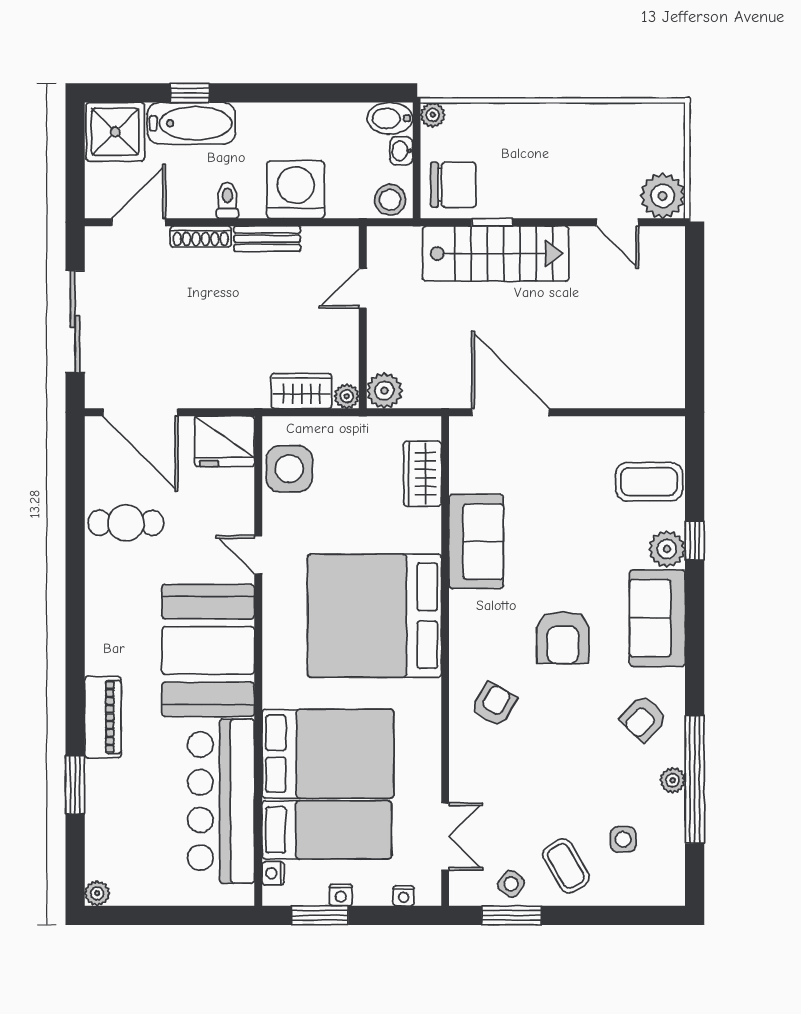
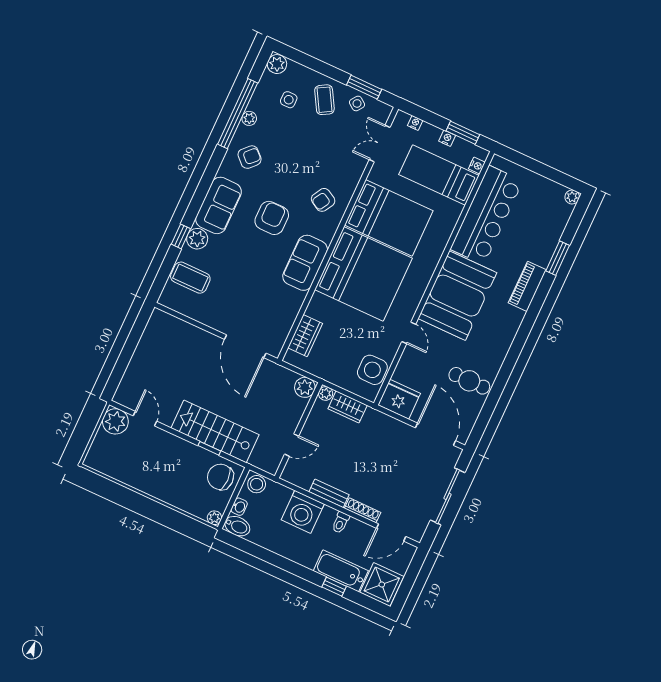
sofa: (476, 542) -> (305, 263), moved
bed: (328, 754) -> (389, 218), moved, turned 180
plant: (668, 888) -> (277, 64), added

